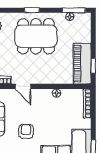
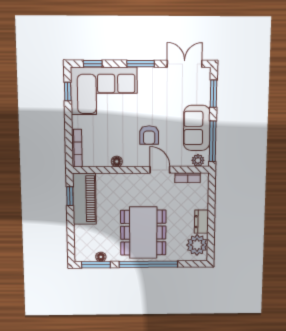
window: (32, 10) -> (148, 264), width x3.17
dining table: (36, 36) -> (143, 233), turned 90
armchair: (26, 131) -> (149, 135), moved

